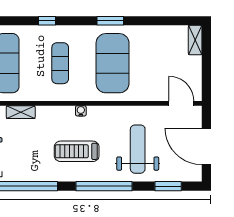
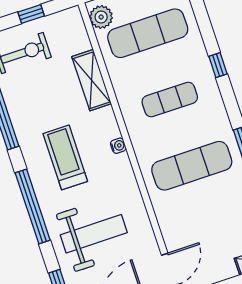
exercise mat: (113, 63) -> (192, 166), width x0.68
shelving: (21, 112) -> (92, 80), width x1.50, depth x1.33

